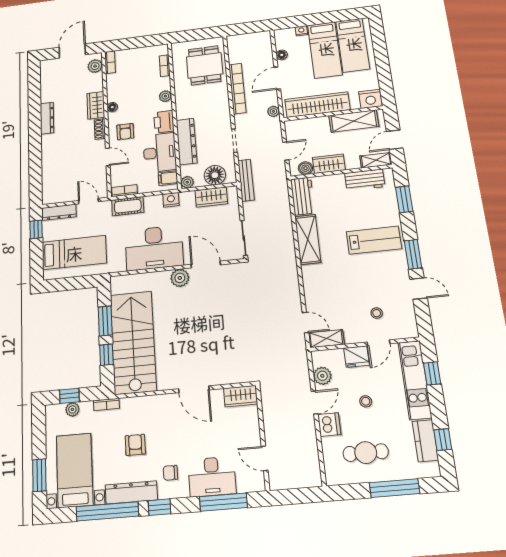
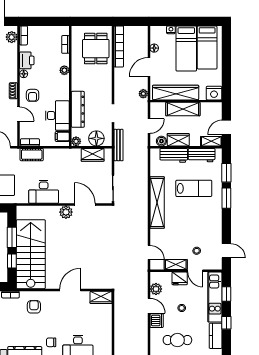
bookcase: (237, 89) -> (119, 46), moved
wardrobe: (96, 105) -> (11, 71), removed
shelving: (354, 121) -> (183, 109), moved
printer: (164, 122) -> (27, 60), moved, turned 180
workbench: (303, 196) -> (174, 155), moved, turned 90
nightstand: (171, 200) -> (63, 153), removed
shelving: (308, 239) -> (157, 202), width x1.47
lab bench: (374, 240) -> (194, 188), moved
desk: (154, 248) -> (44, 192), width x0.73, depth x0.77
window: (413, 254) -> (226, 198), moved
door: (418, 288) -> (226, 251), moved
shelving: (326, 339) -> (176, 265), moved
door: (378, 343) -> (195, 271), hinge flipped
door: (194, 389) -> (70, 290), swing flipped
door: (315, 402) -> (149, 306), hinge flipped
window: (443, 440) -> (226, 323), moved
armchair: (135, 445) -> (34, 307), moved
door: (265, 458) -> (113, 338), removed

